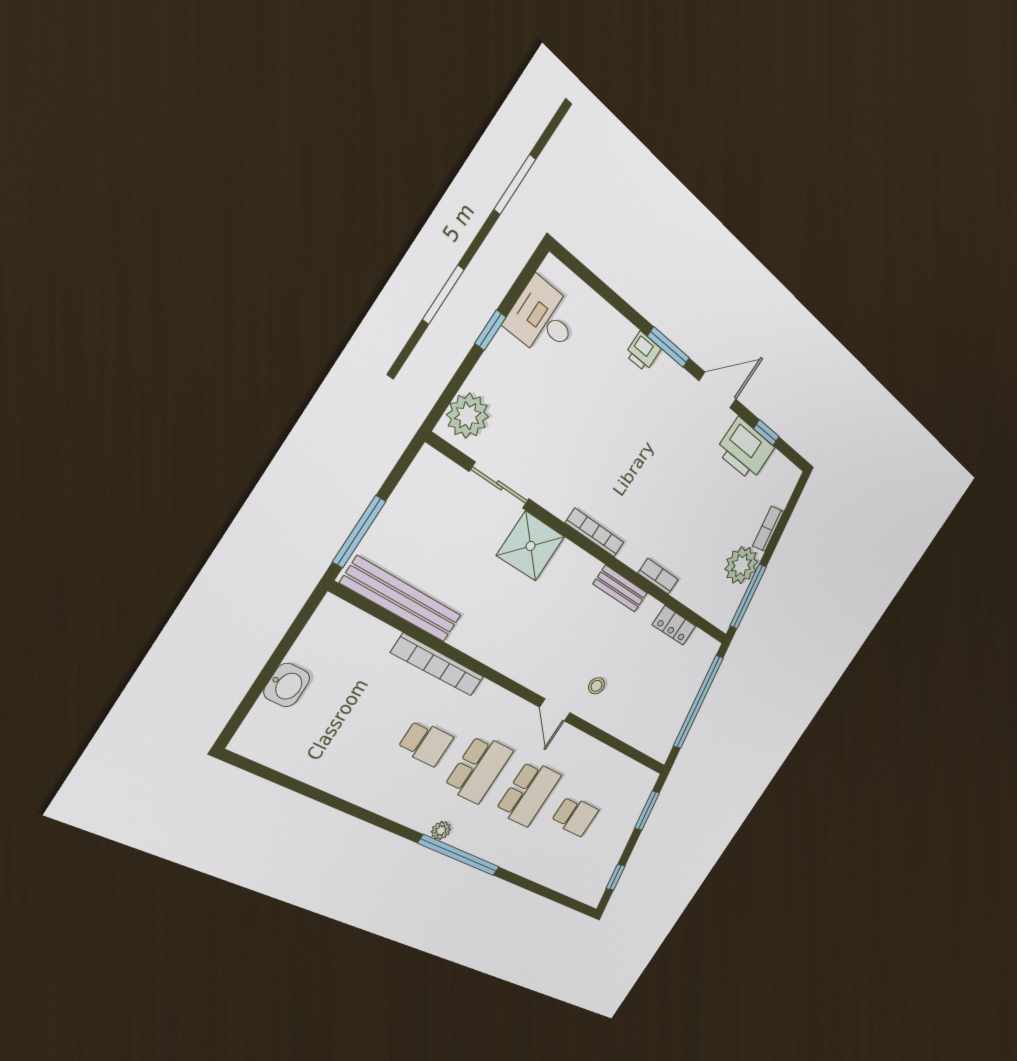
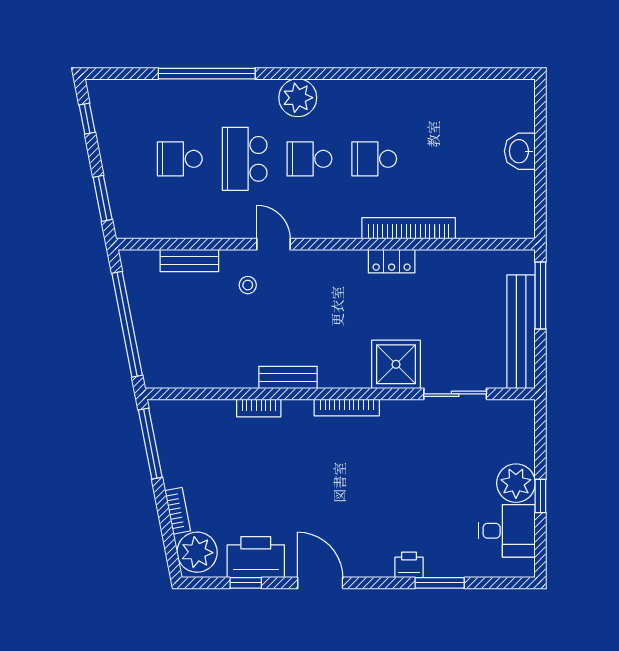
window: (669, 347) -> (440, 583), moved
door: (718, 390) -> (320, 583), swing flipped
plant: (468, 416) -> (516, 483), moved
plant: (741, 565) -> (197, 552), moved
bench: (402, 600) -> (521, 332), moved, turned 90
locker: (674, 625) -> (392, 261), moved, turned 180
bench: (623, 730) -> (189, 261), added
school desk: (479, 769) -> (309, 159), width x0.54
plant: (441, 831) -> (298, 98), width x1.88, depth x1.88
window: (459, 855) -> (207, 74), moved

